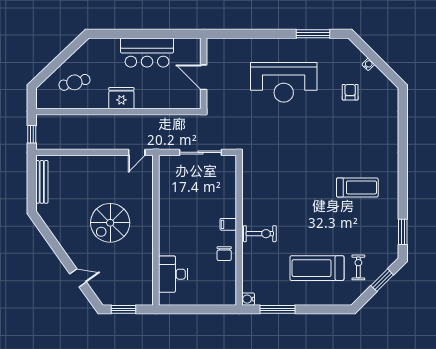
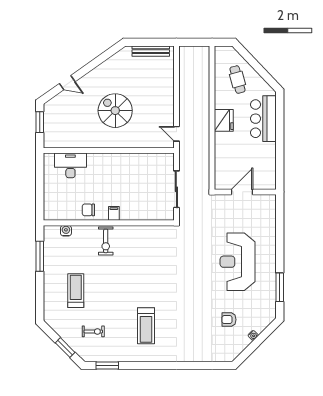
bar counter: (147, 53) -> (263, 119), moved
armchair: (350, 92) -> (229, 320), turned 180
window: (32, 134) -> (192, 42), removed
exercise bike: (358, 267) -> (93, 331), moved
treadmill: (317, 268) -> (76, 291), width x0.73, depth x0.73
door: (78, 278) -> (67, 83), hinge flipped
water cooler: (248, 299) -> (66, 231), moved

